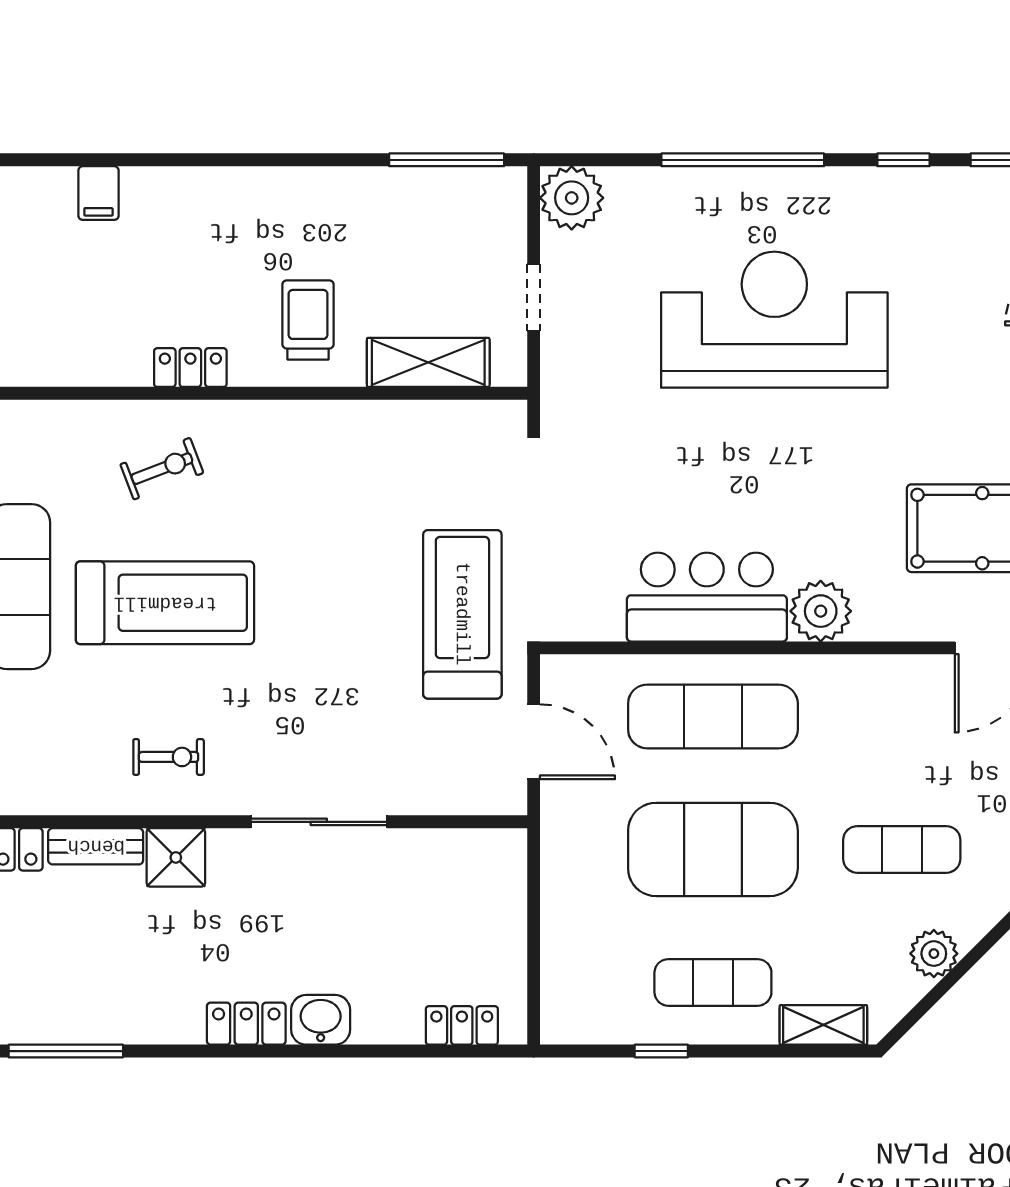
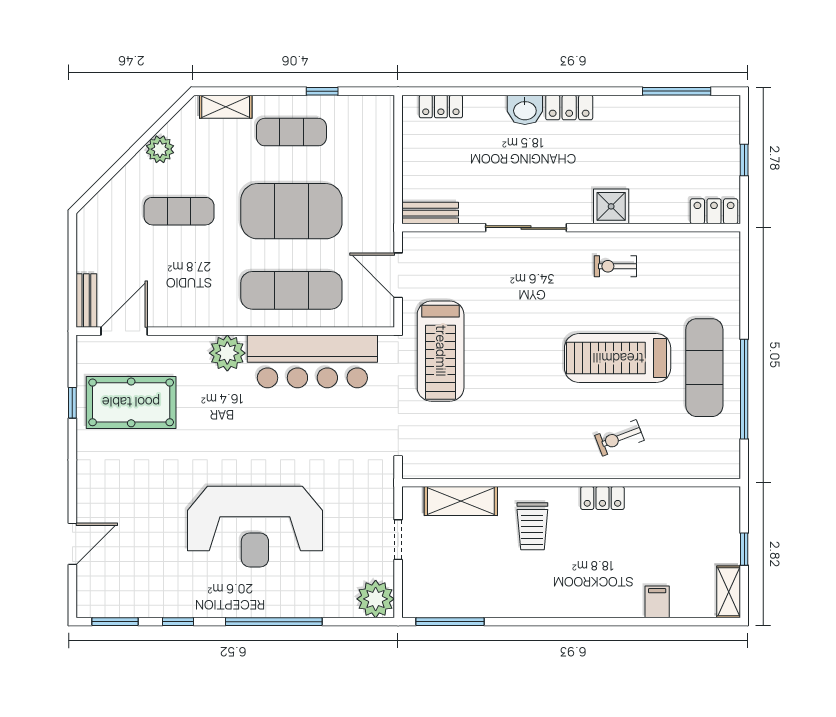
bar counter: (707, 597) -> (312, 361), width x1.36
bench: (96, 846) -> (430, 213), moved

